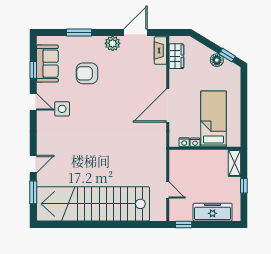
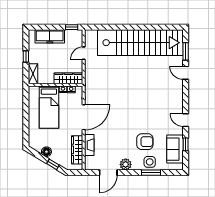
fireplace: (160, 51) -> (89, 145), moved
window: (227, 55) -> (53, 164), moved
wardrobe: (176, 56) -> (77, 150), width x1.50
side table: (62, 109) -> (150, 162), moved
wardrobe: (188, 157) -> (68, 78), added
door: (33, 164) -> (186, 73), hinge flipped
door: (168, 190) -> (84, 53), hinge flipped

